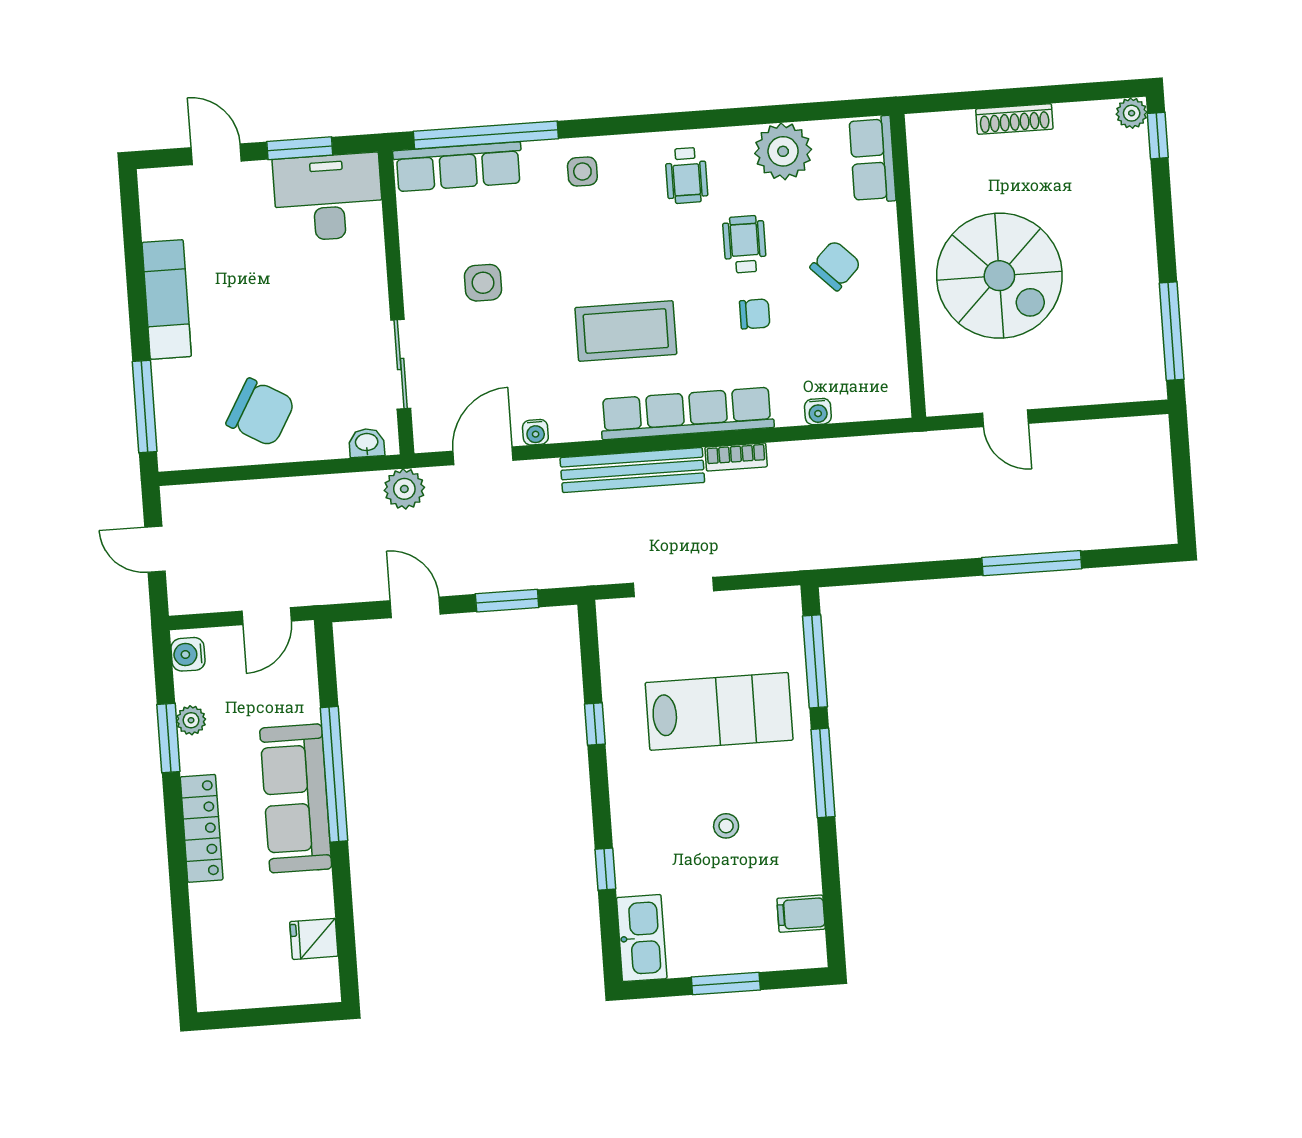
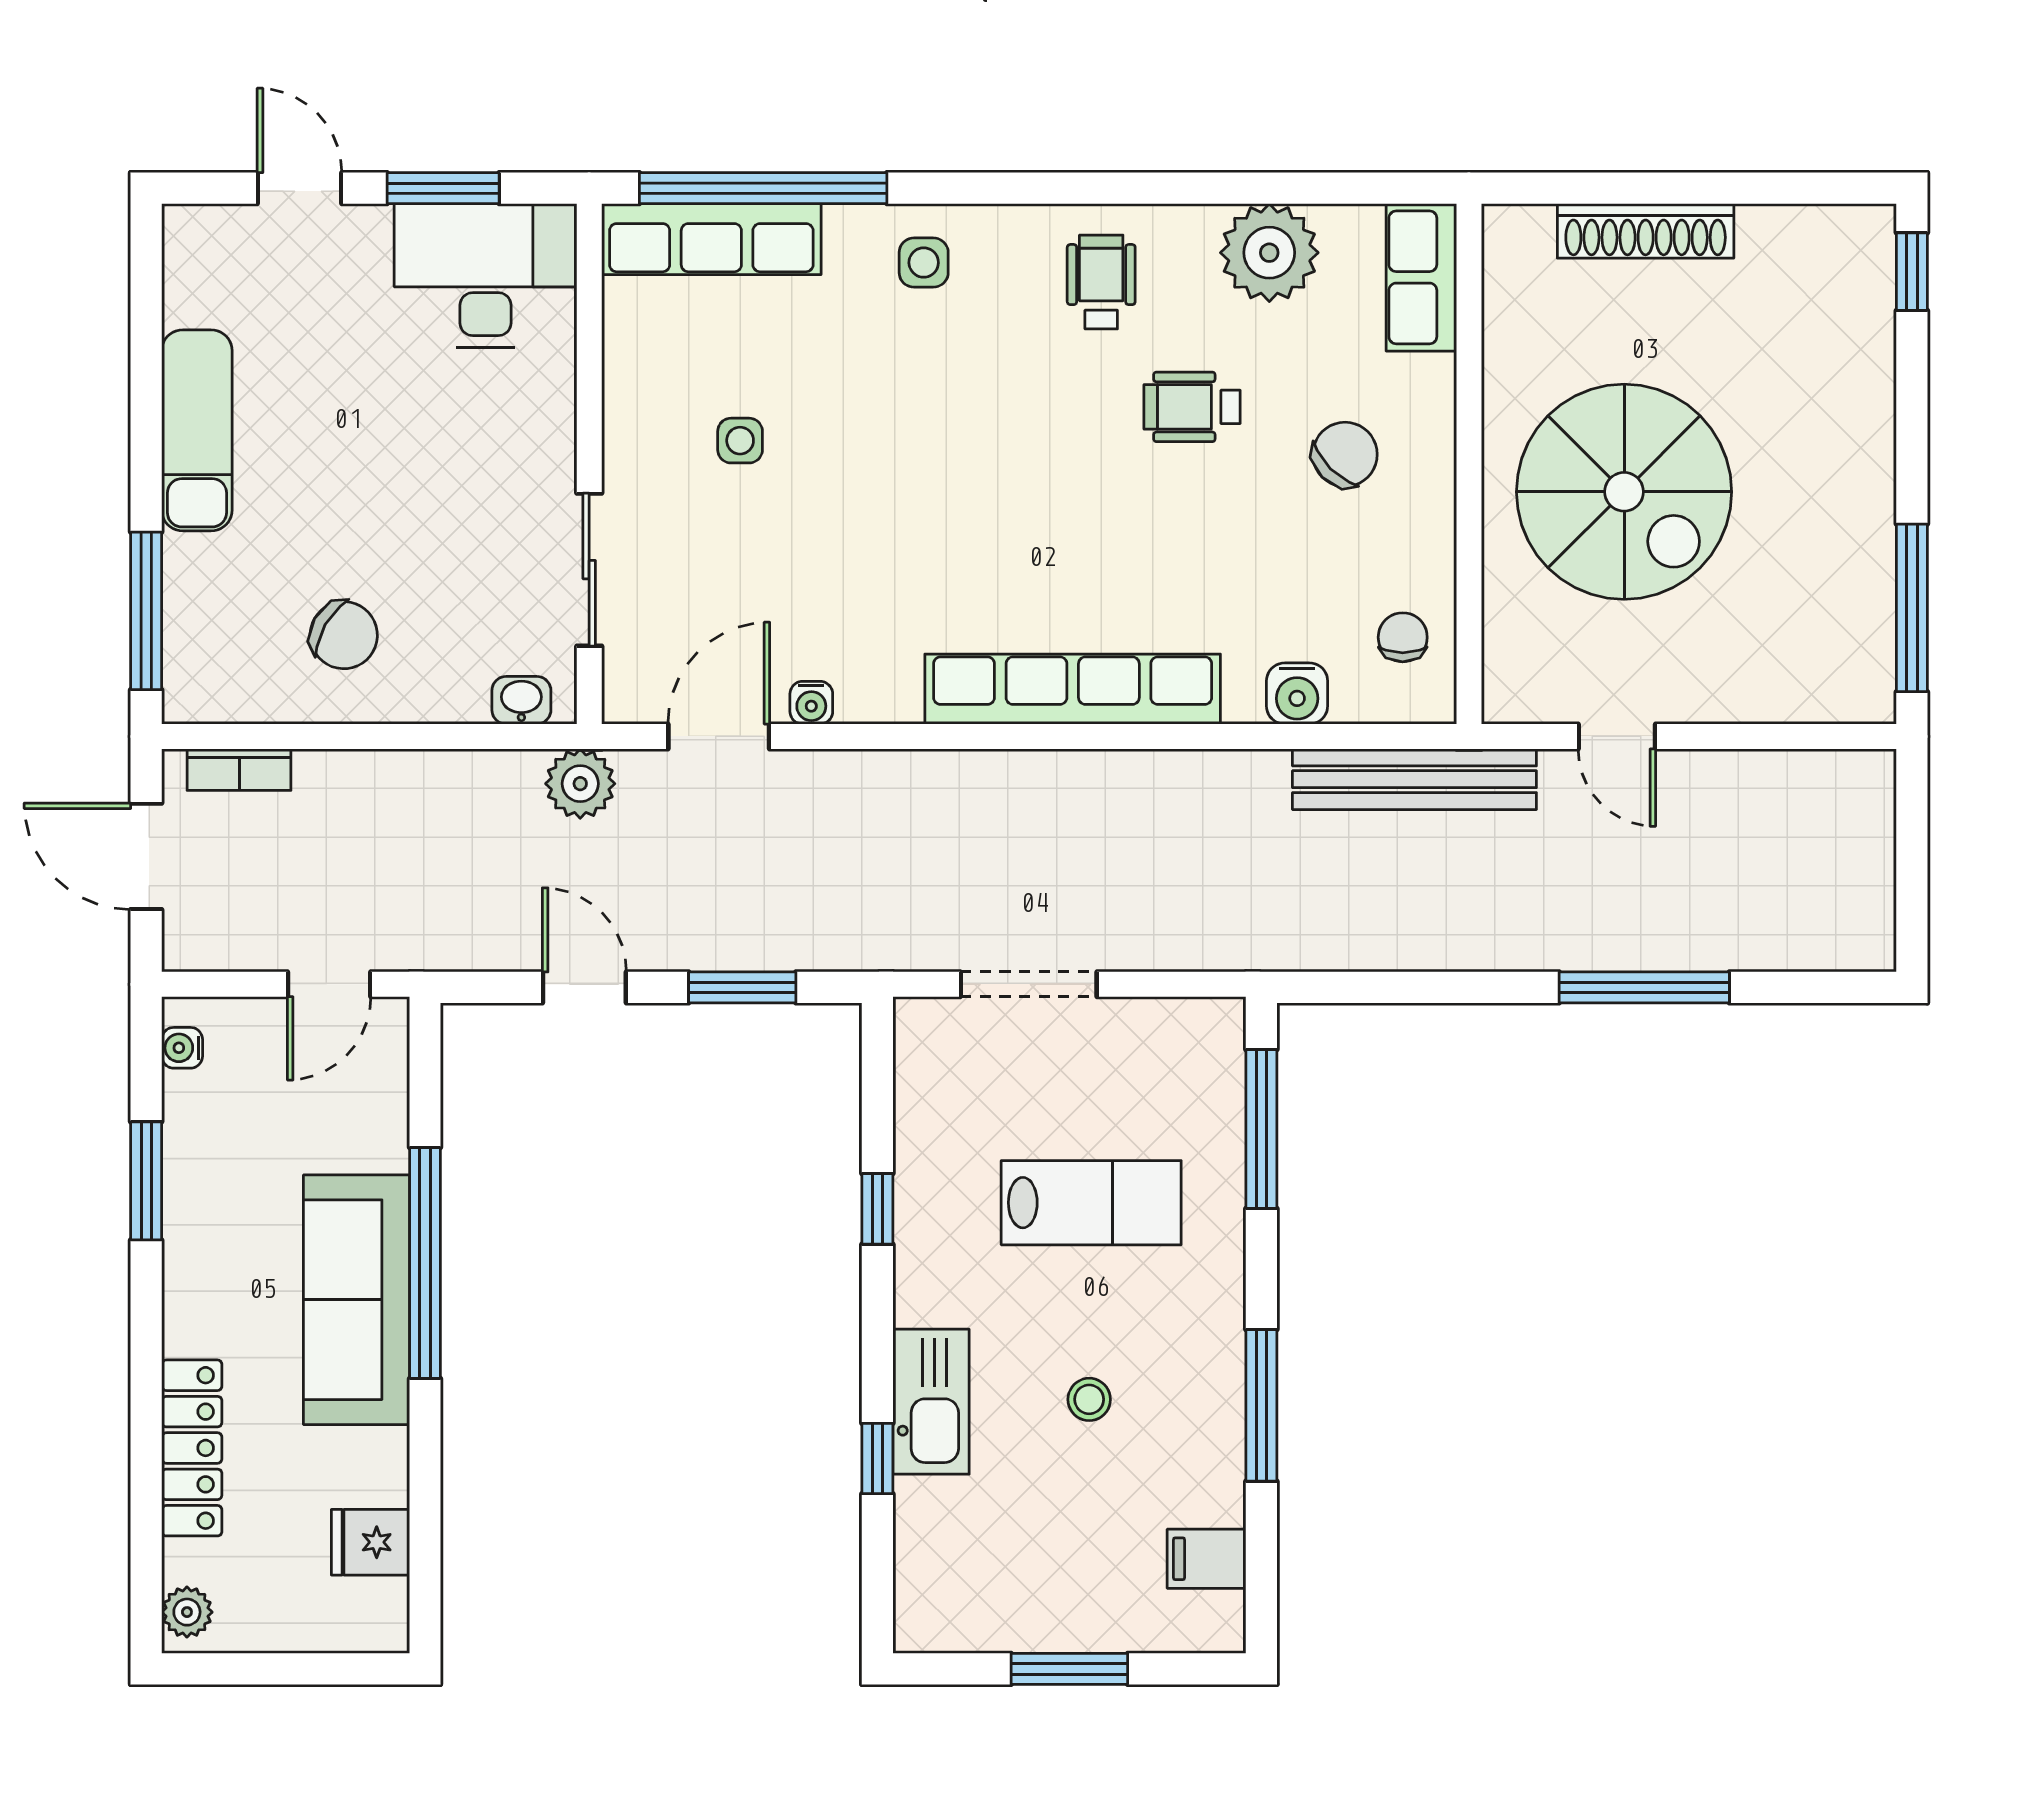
plant: (1132, 113) -> (1870, 230), removed
shoe rack: (1014, 119) -> (1646, 231), width x1.36, depth x1.24
wheelchair: (686, 175) -> (1101, 282), turned 180
wheelchair: (745, 244) -> (1192, 407), turned -90
side table: (483, 283) -> (740, 441), width x0.73, depth x0.73
chair: (755, 314) -> (1403, 637), moved, turned -90
coffee table: (626, 331) -> (978, 541), removed
chair: (261, 412) -> (344, 635), width x0.73, depth x0.73
water cooler: (818, 412) -> (1297, 693), width x1.38, depth x1.38
bookcase: (736, 457) -> (239, 770), moved
bench: (632, 470) -> (1414, 779), moved
door: (155, 549) -> (146, 856), width x1.37
water cooler: (188, 654) -> (182, 1048), width x0.72, depth x0.72
lab bench: (719, 711) -> (1091, 1203), width x0.73, depth x0.72
plant: (191, 720) -> (187, 1612), moved
window: (823, 773) -> (1261, 1405), moved
locker: (202, 828) -> (192, 1448), moved
kitchen sink: (642, 938) -> (931, 1402), moved

